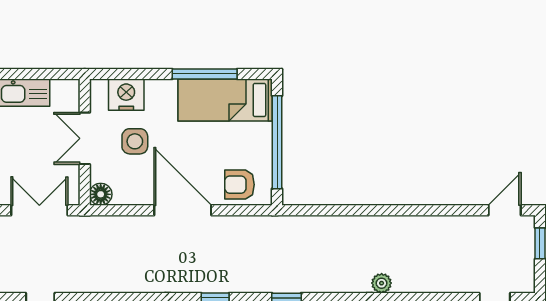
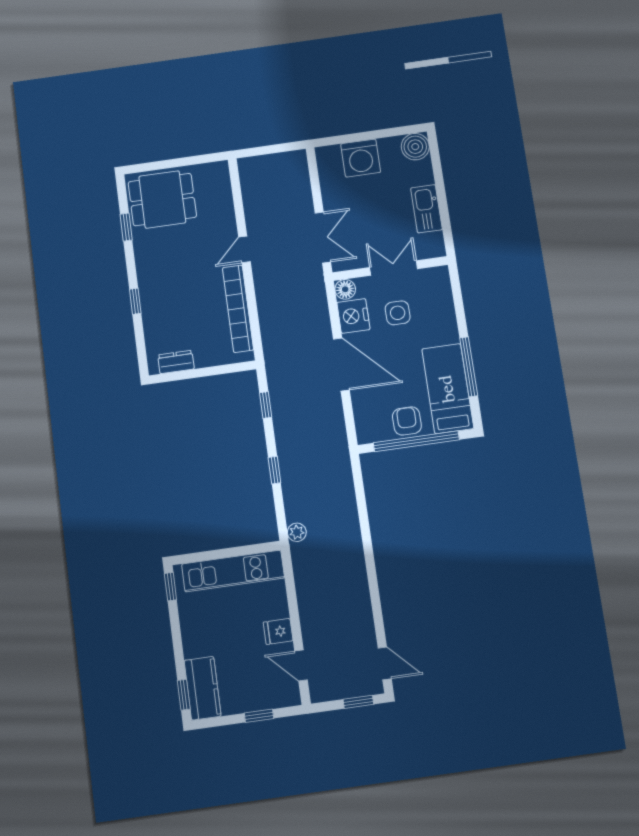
nightstand: (126, 95) -> (353, 316), moved, turned 180
armchair: (239, 185) -> (407, 421), moved
door: (183, 210) -> (341, 365), hinge flipped
plant: (382, 283) -> (297, 532), moved

